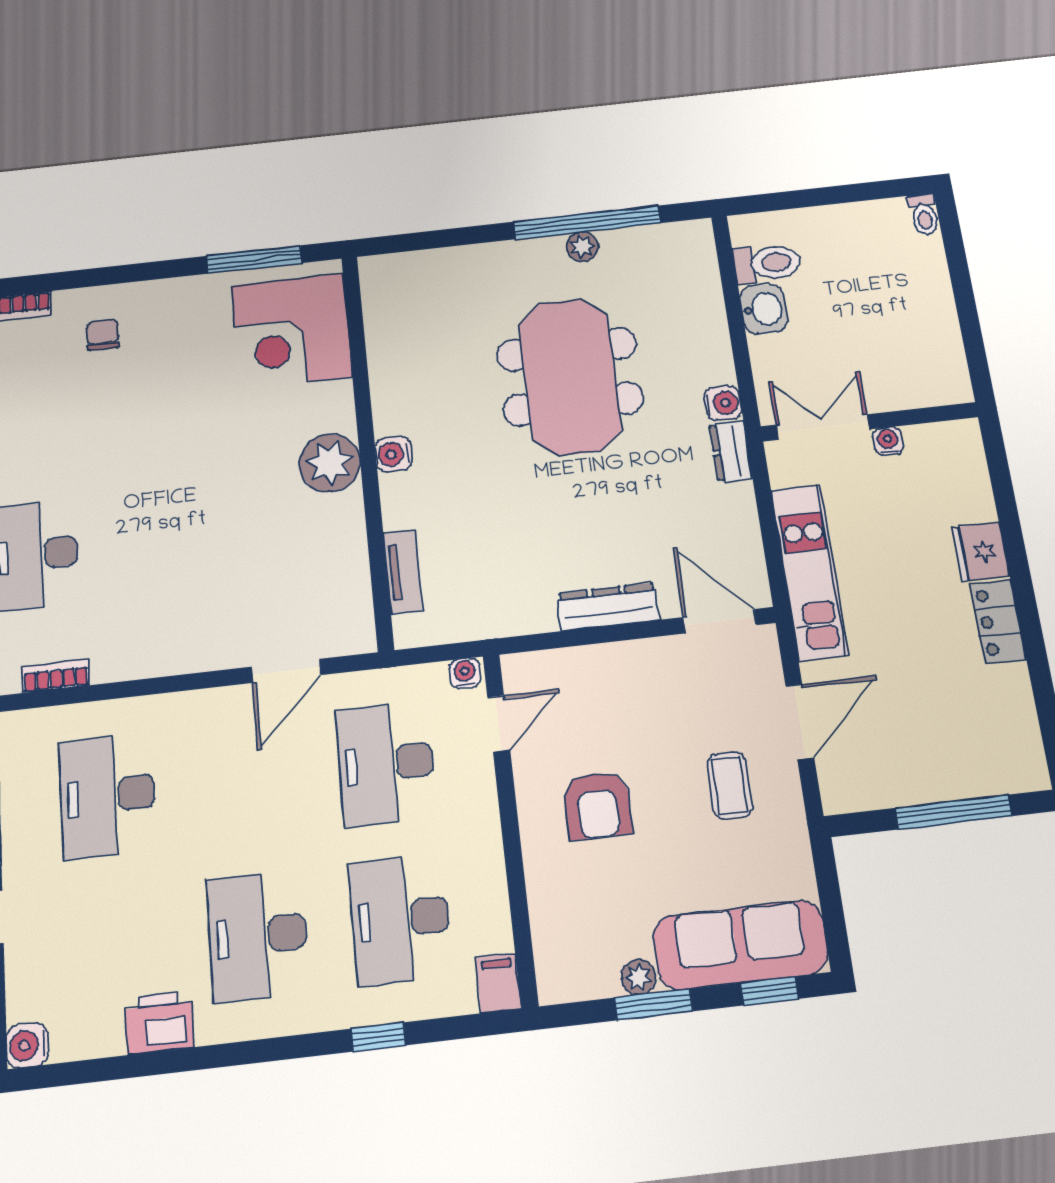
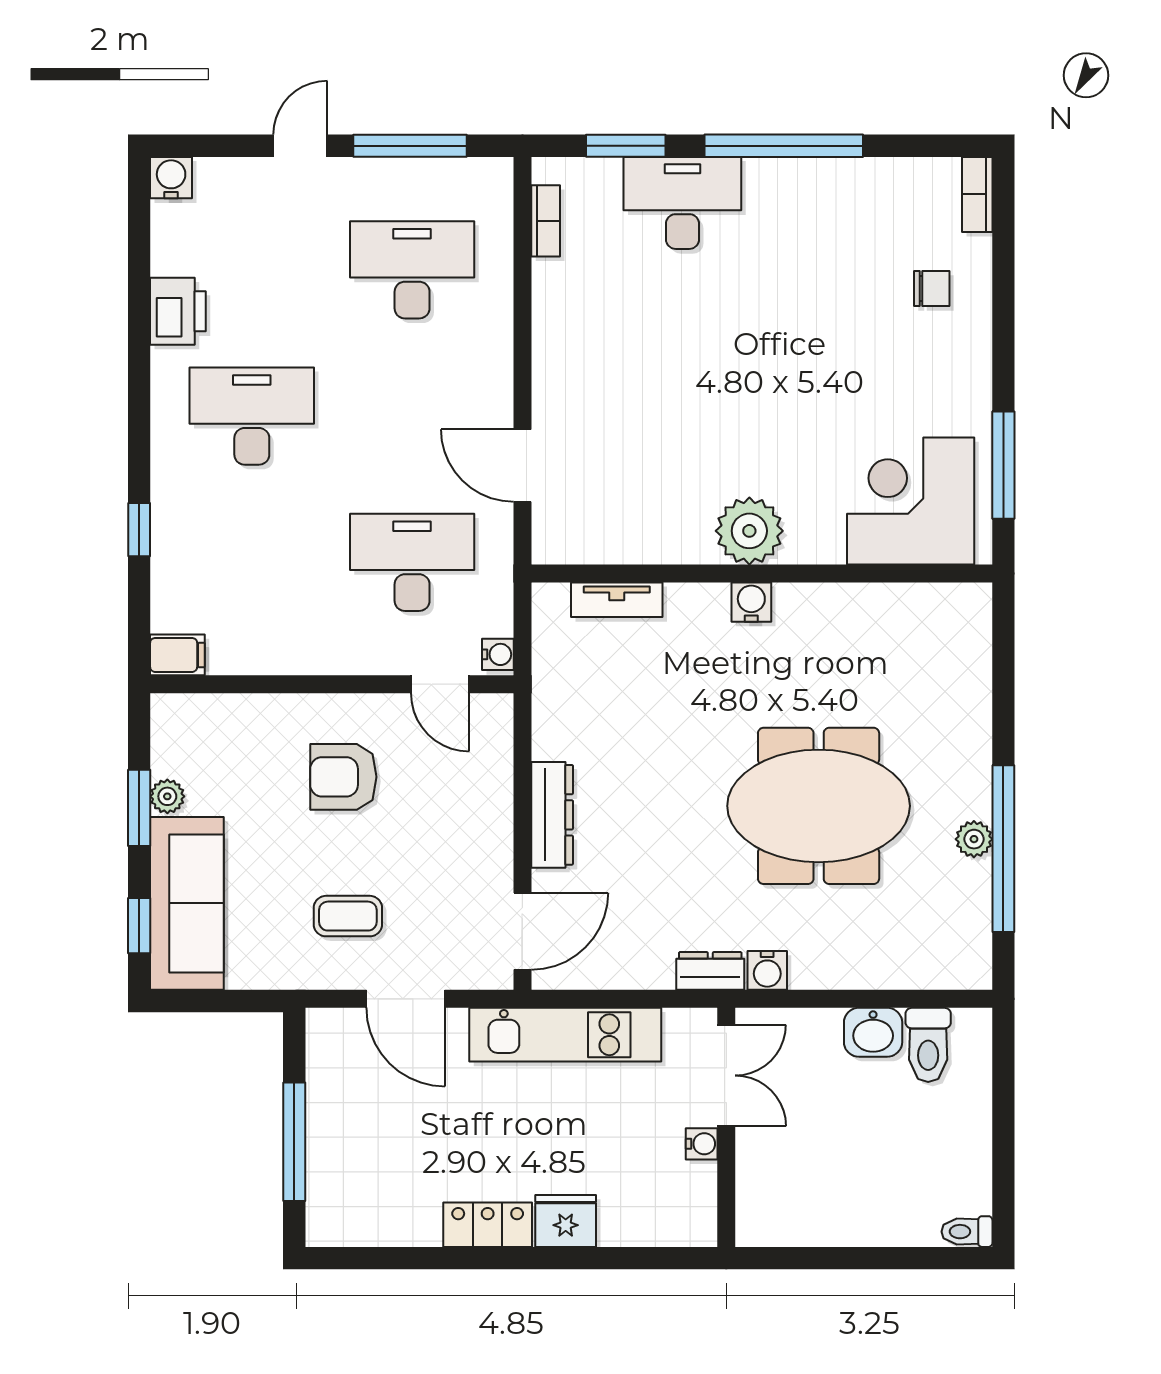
desk: (400, 919) -> (252, 562), removed

